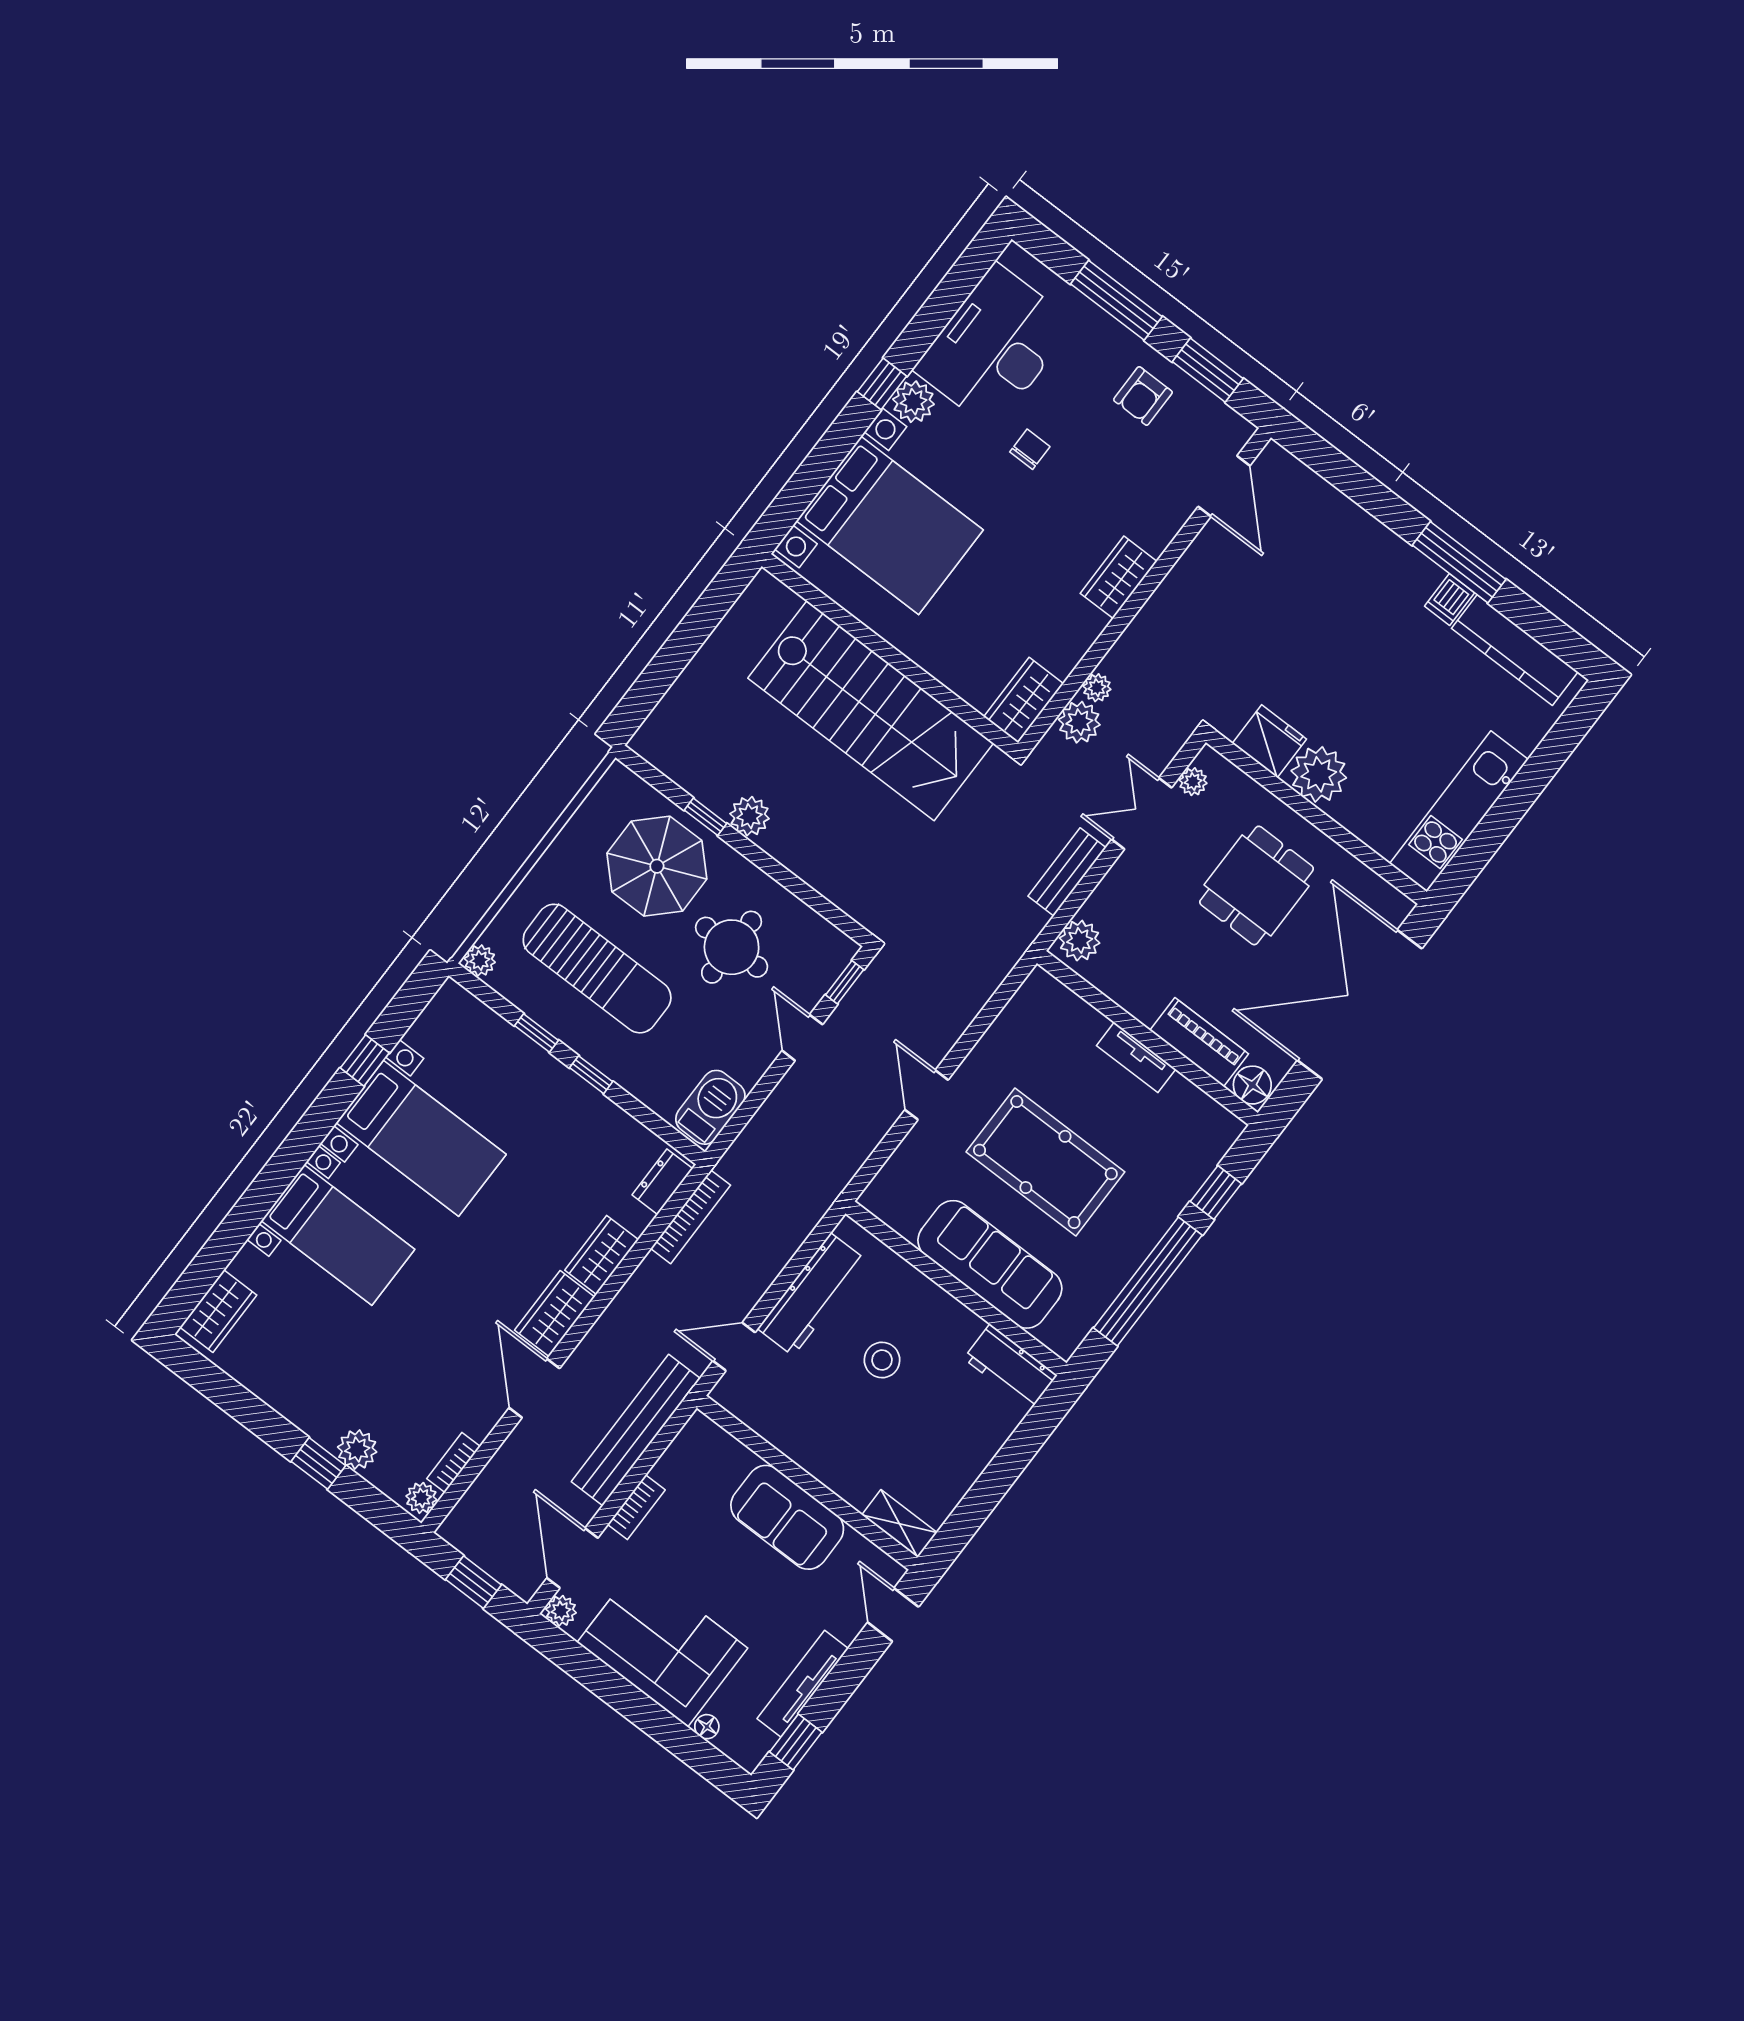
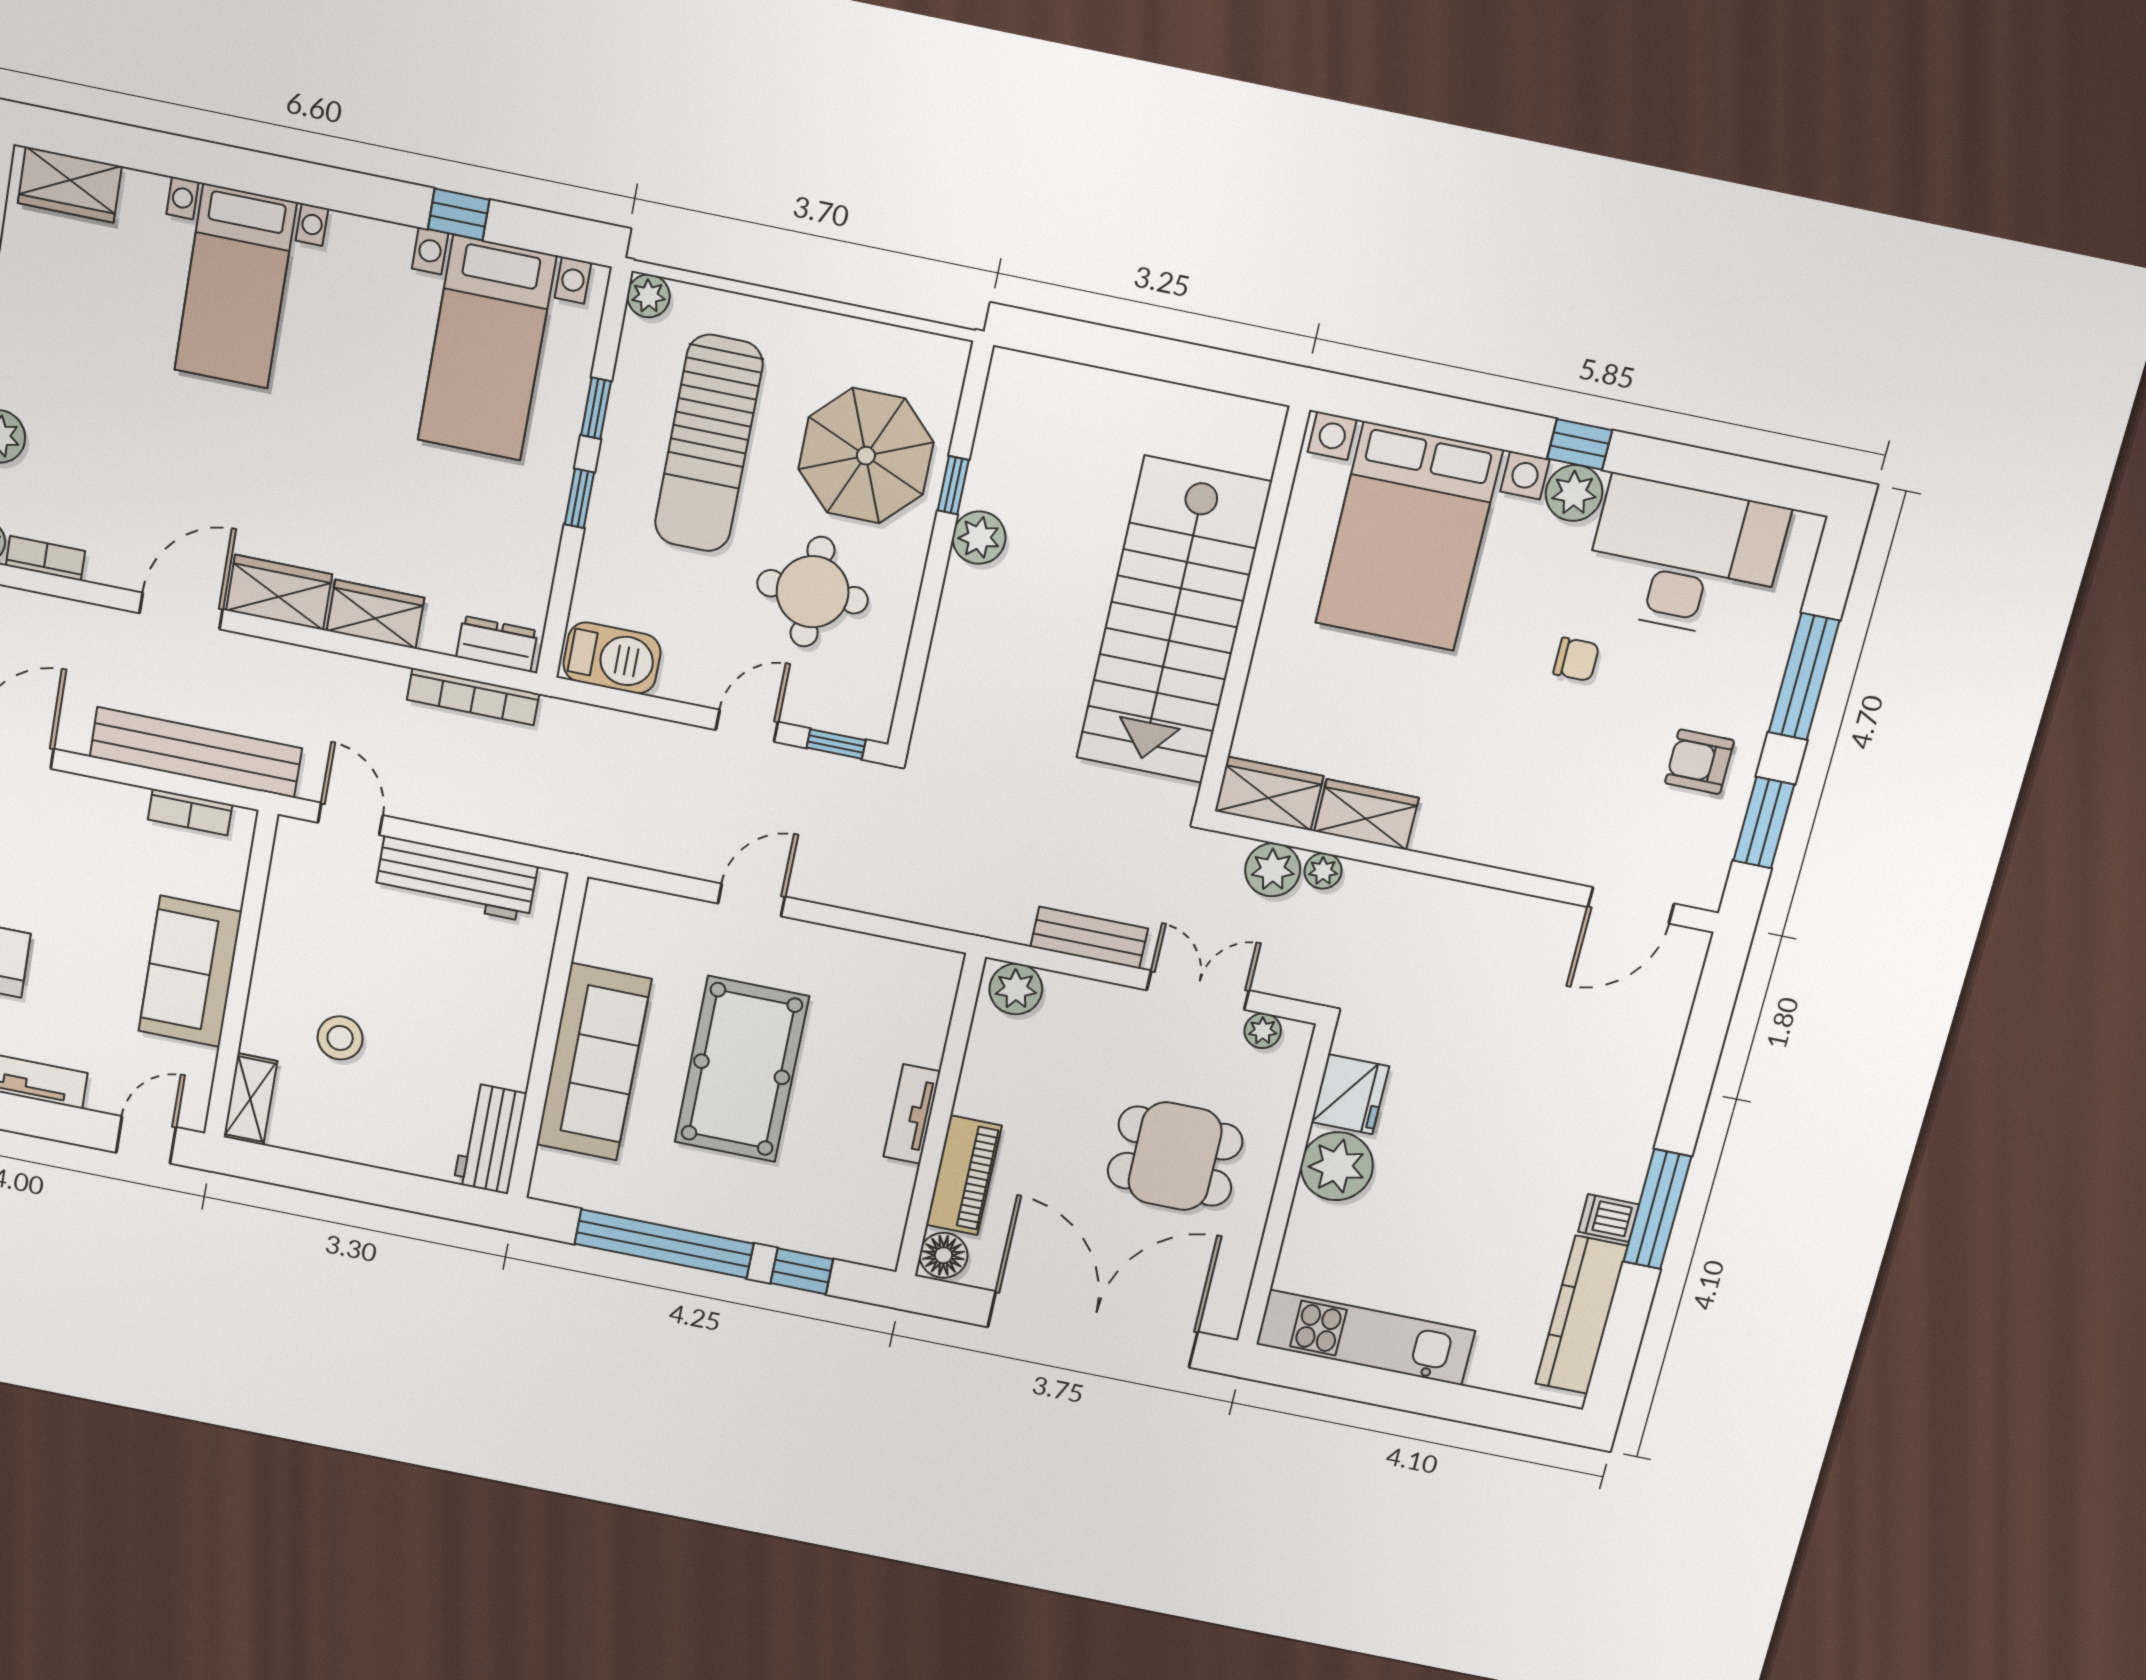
wardrobe: (1119, 577) -> (1366, 814), moved
bed with nightstands: (421, 1138) -> (487, 348), moved
stool: (882, 1360) -> (340, 1038), moved
bookcase: (636, 1507) -> (190, 812), moved

